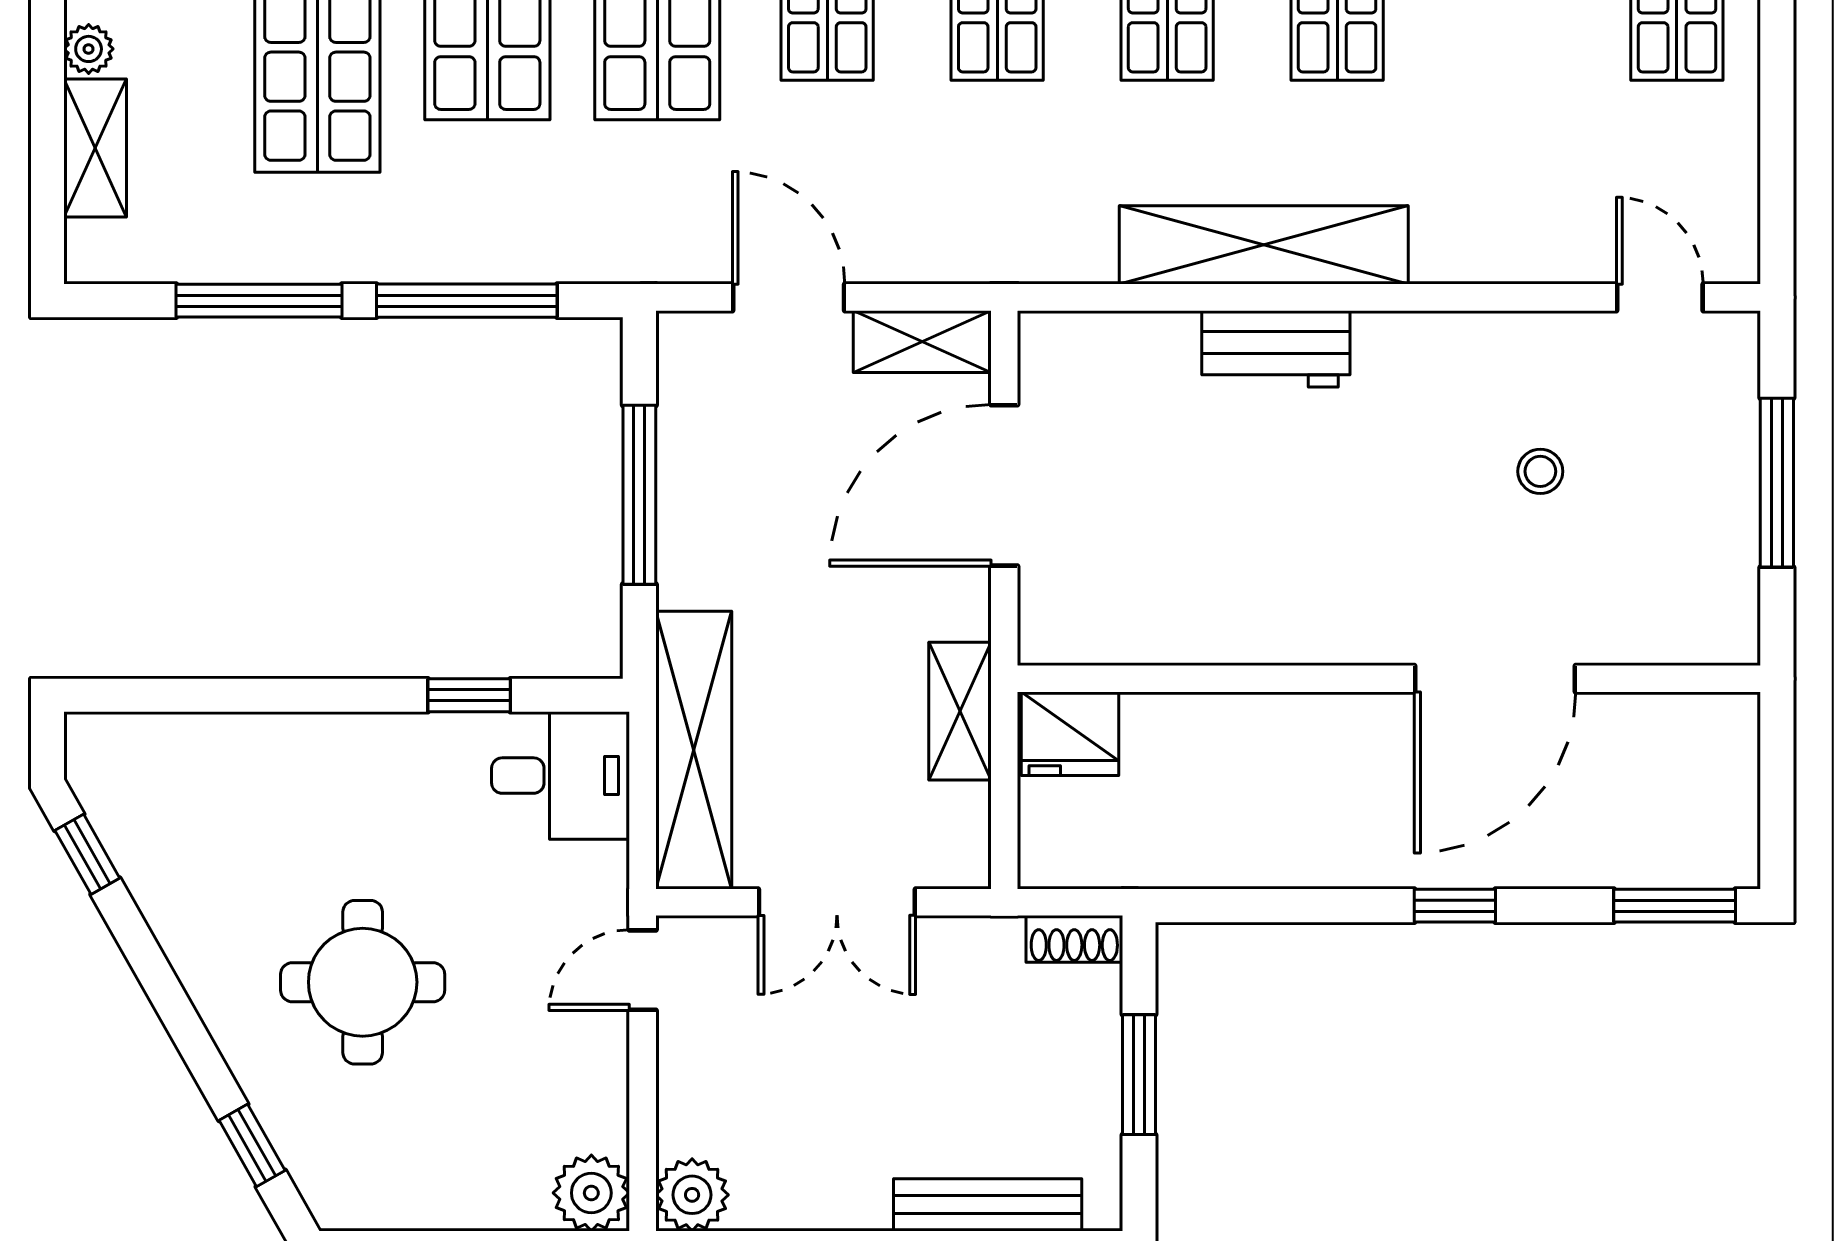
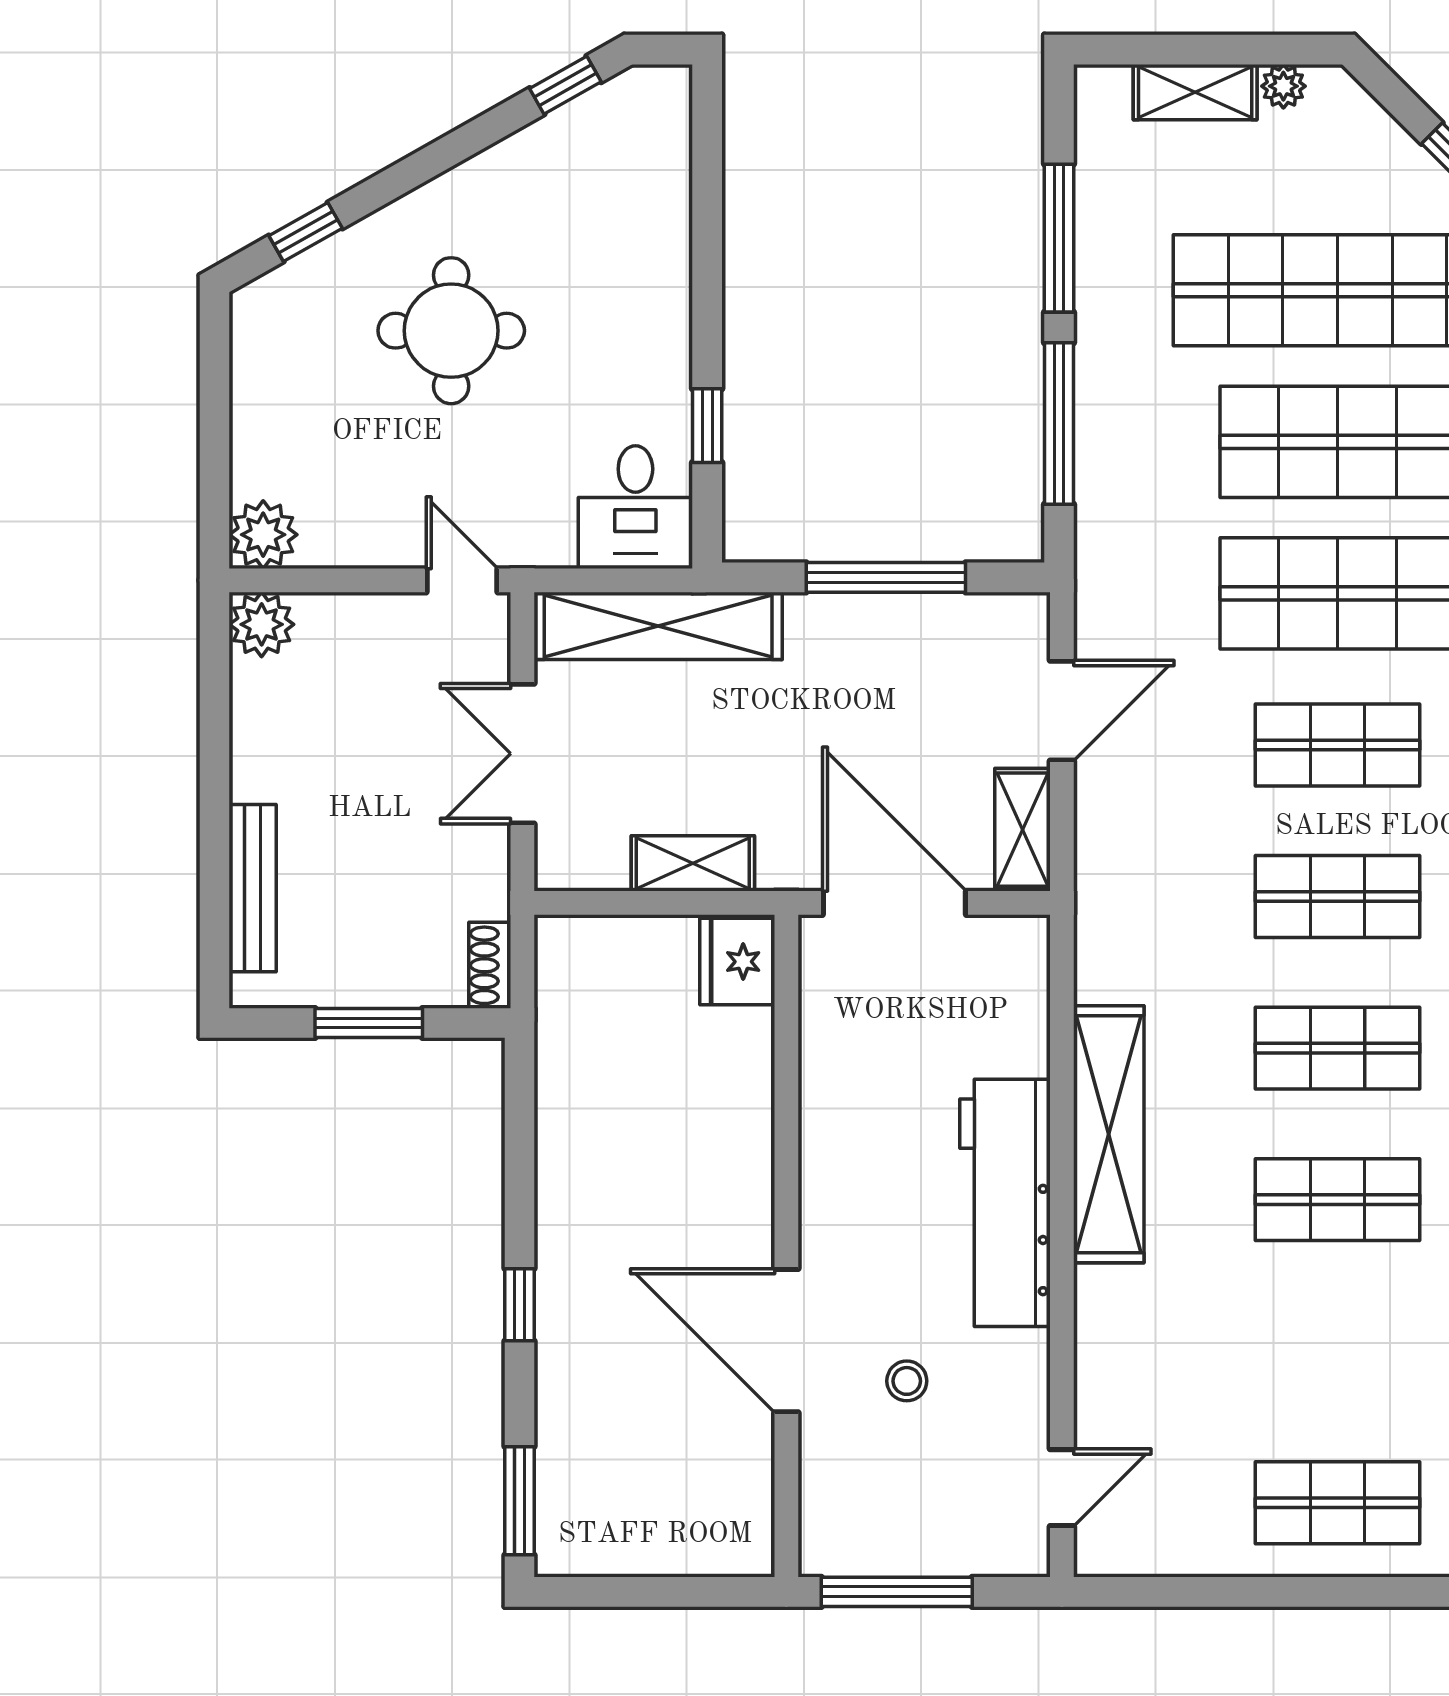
workbench: (1276, 349) -> (1005, 1203), width x1.88, depth x1.32
wall: (1389, 679) -> (786, 1246), moved
door: (1495, 679) -> (786, 1341), moved
fridge: (1070, 734) -> (737, 962), moved

